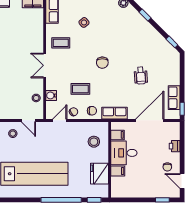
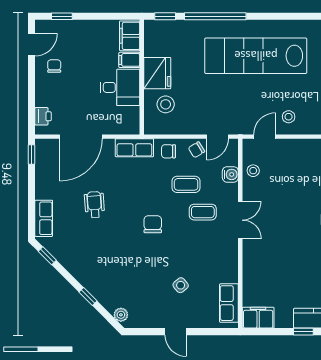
coffee table: (61, 43) -> (203, 212), moved
row of seats: (174, 98) -> (44, 218), moved
door: (29, 120) -> (265, 137), hinge flipped
filing cabinet: (118, 135) -> (130, 36), moved, width x2.00
printer: (175, 146) -> (43, 116), moved
fridge: (99, 174) -> (157, 73), moved
door: (182, 181) -> (32, 45), hinge flipped

